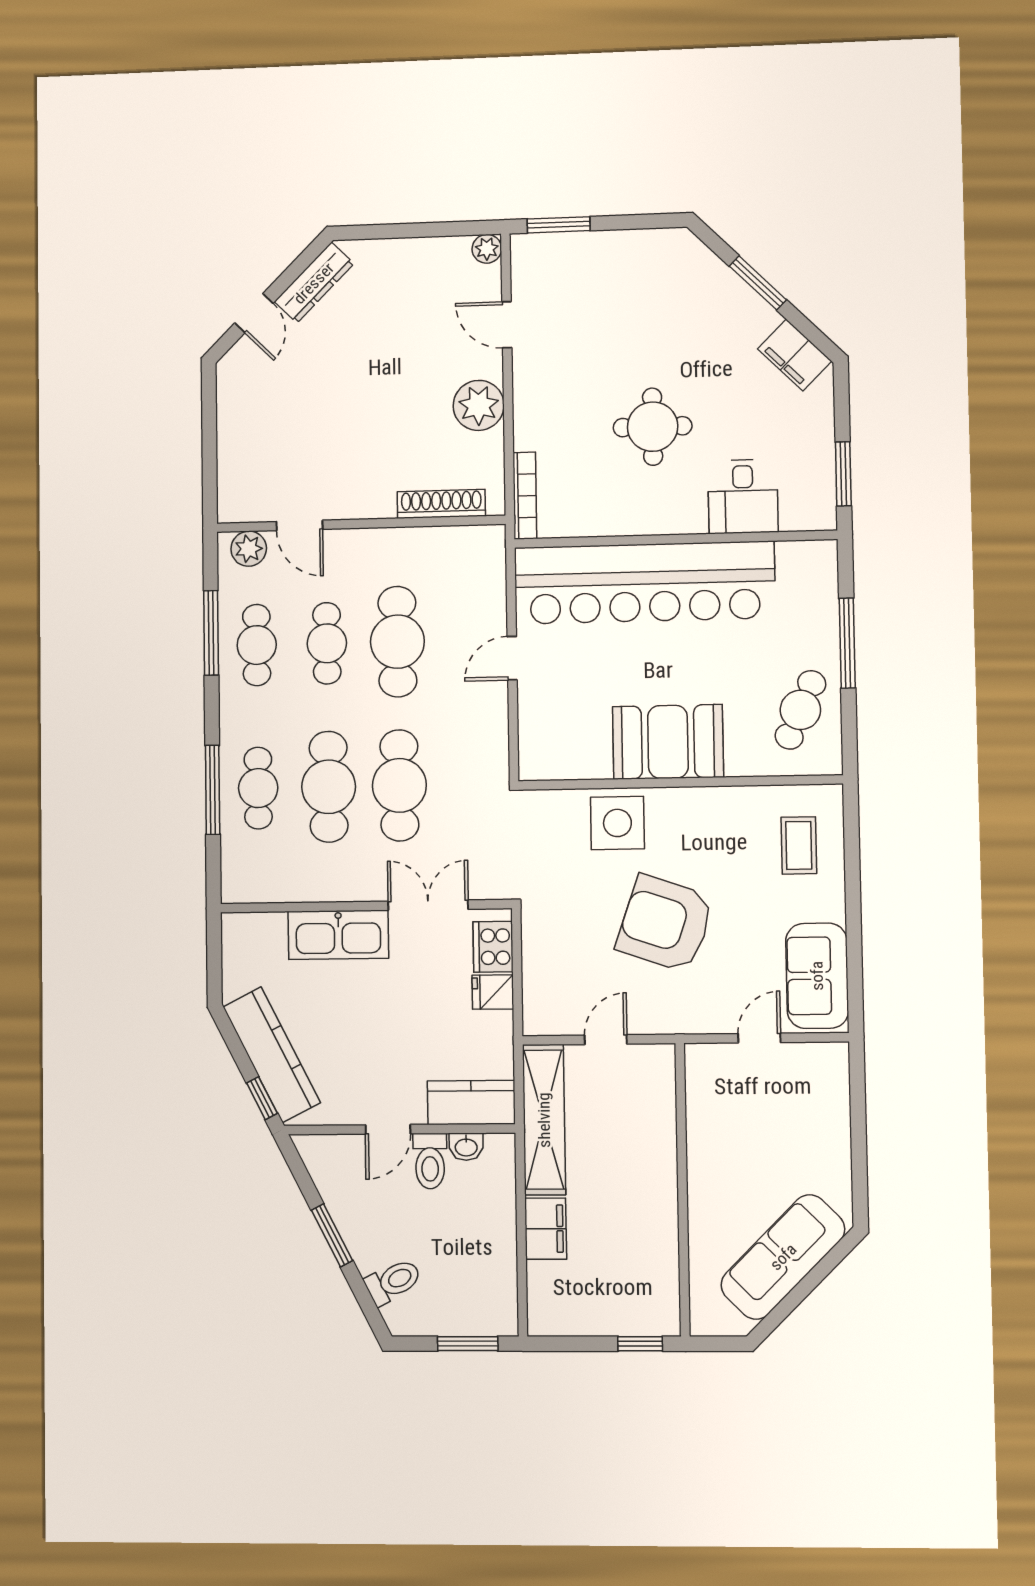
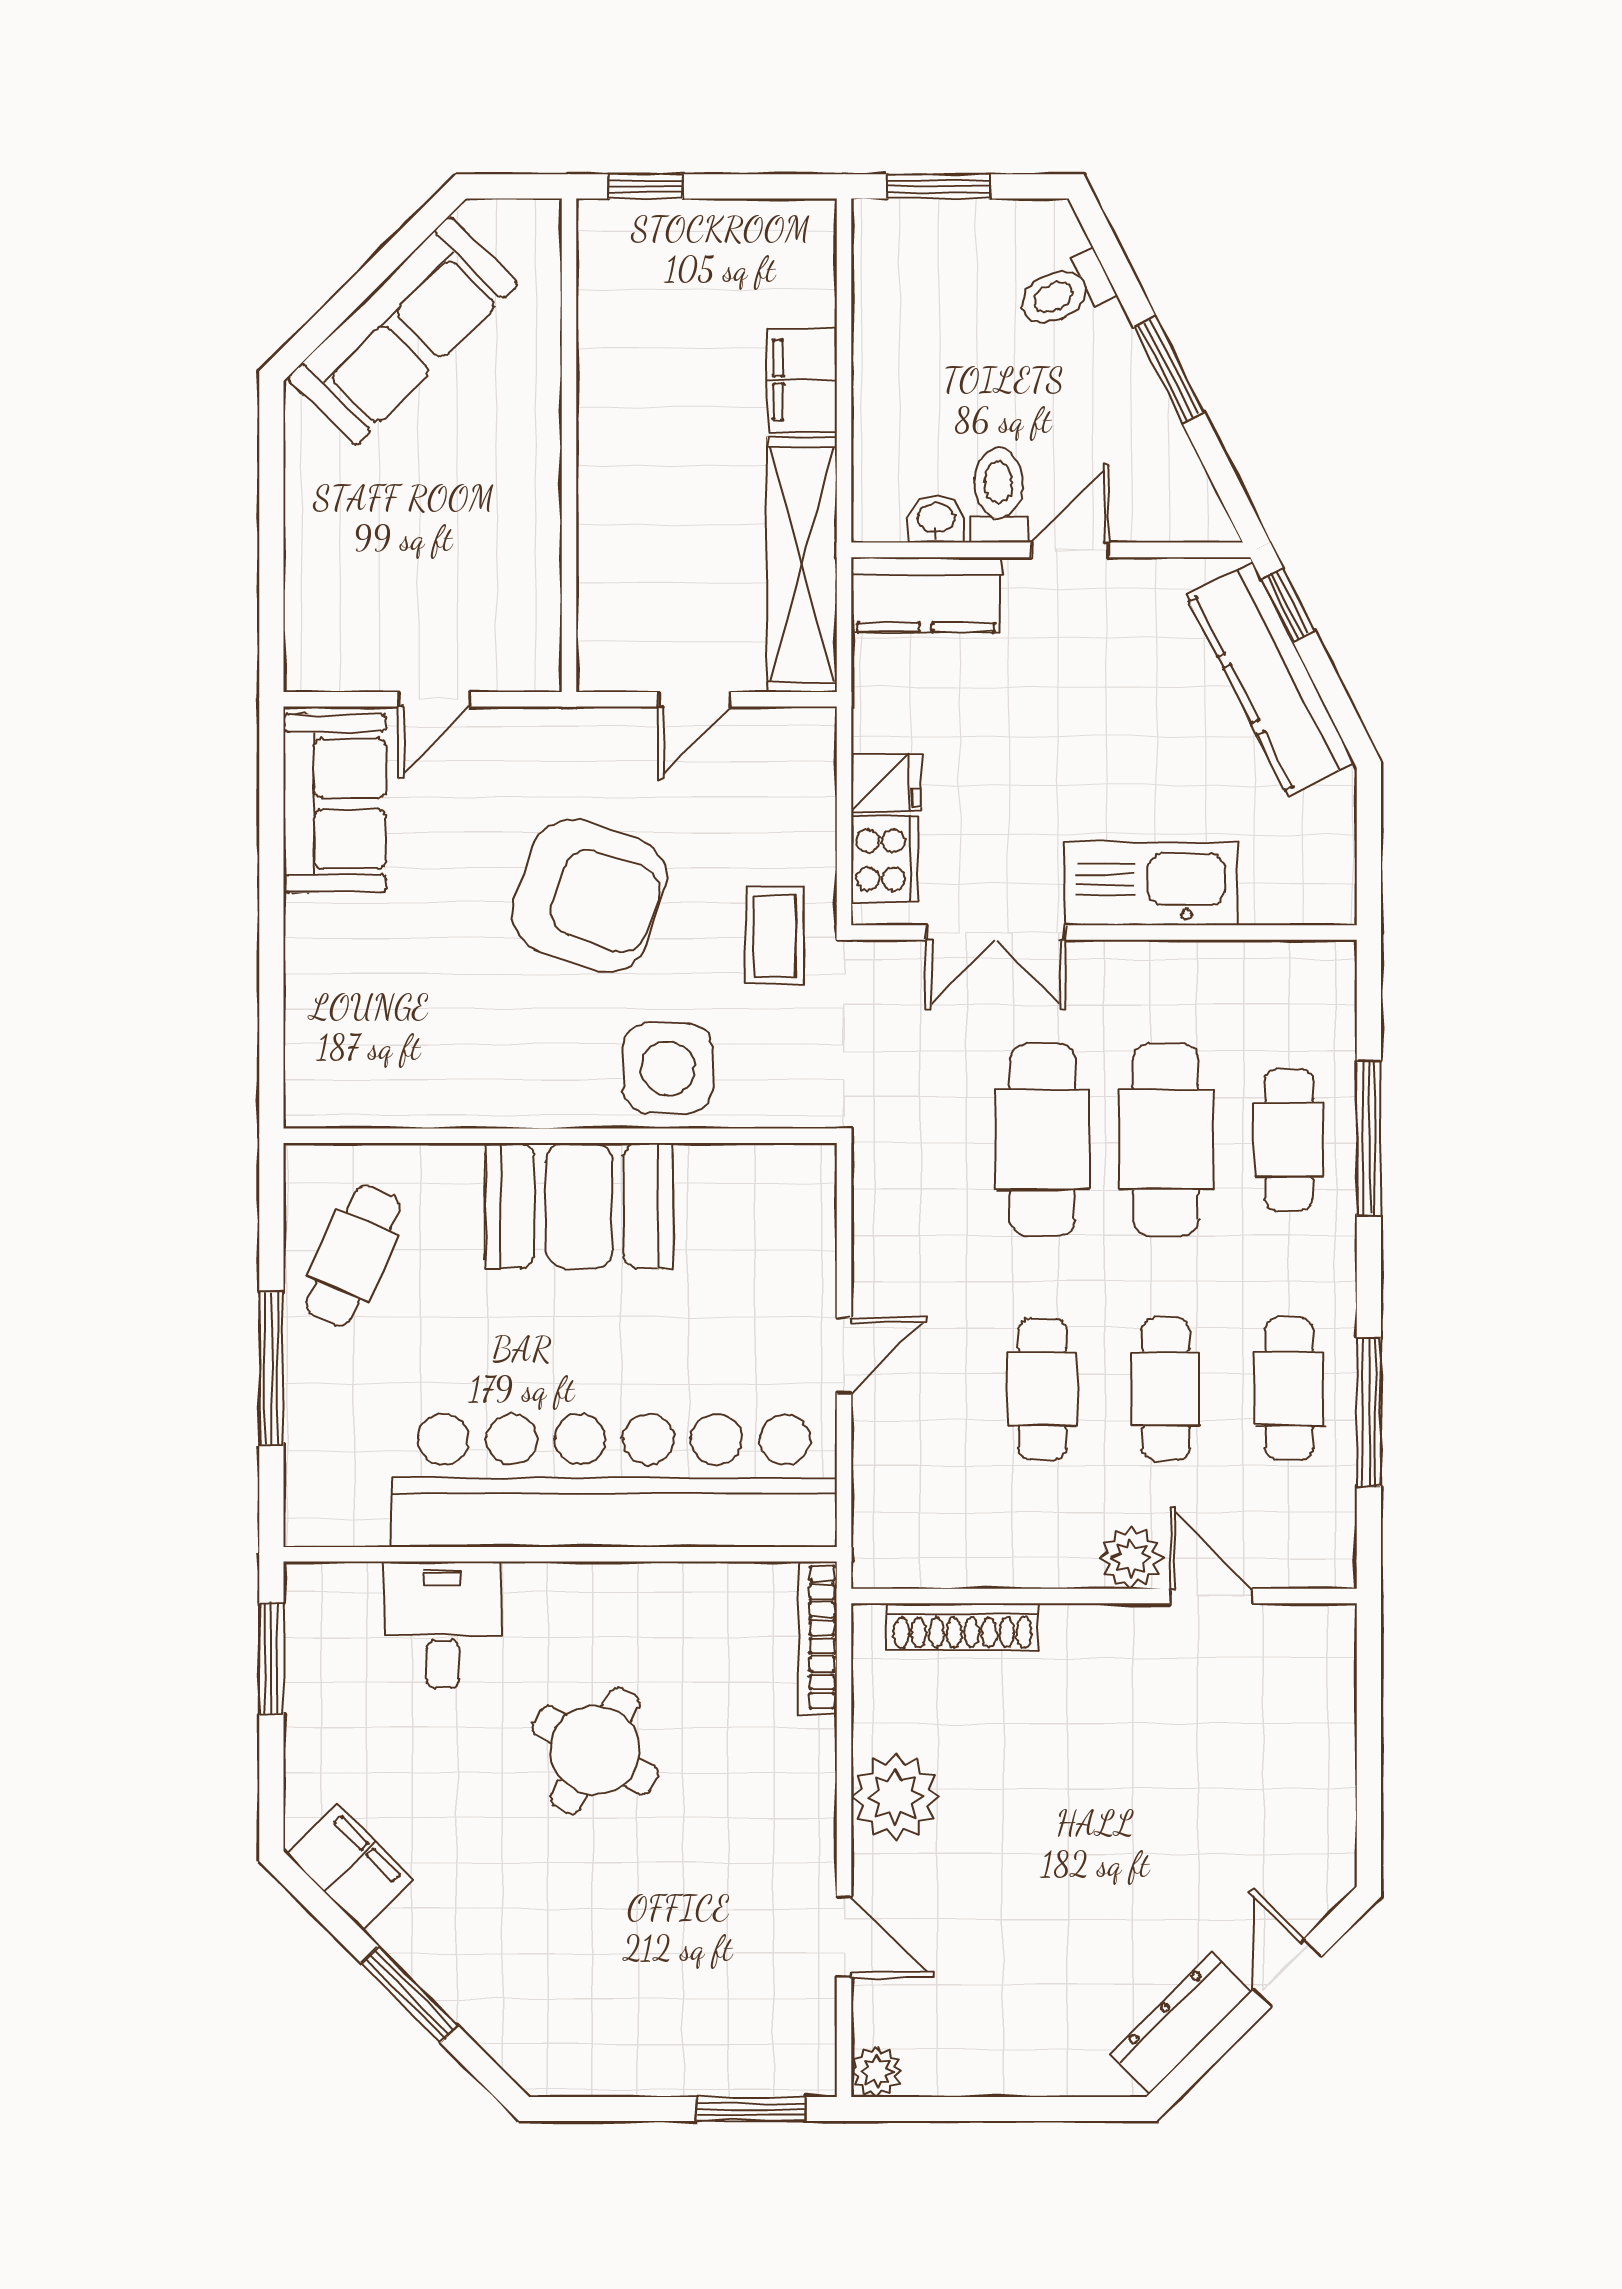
round table: (653, 427) -> (595, 1750), turned 30
plant: (249, 549) -> (1131, 1558), moved
cafe table: (397, 642) -> (1042, 1389), width x0.73, depth x0.74
coffee table: (799, 845) -> (775, 936), moved

